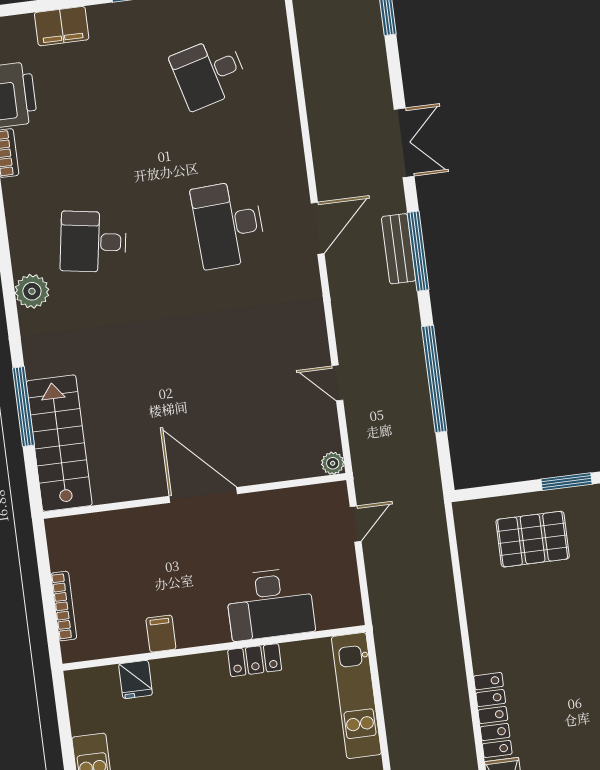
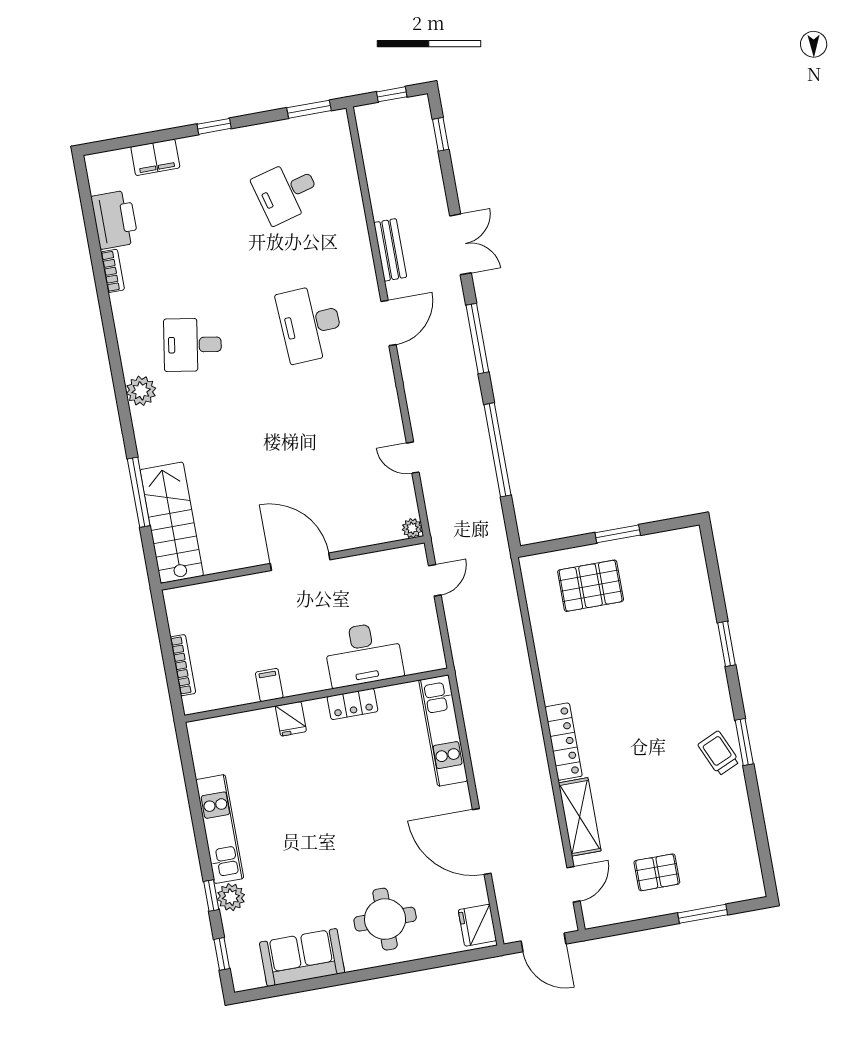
bench: (399, 249) -> (390, 250), moved
fridge: (136, 679) -> (291, 719), moved

